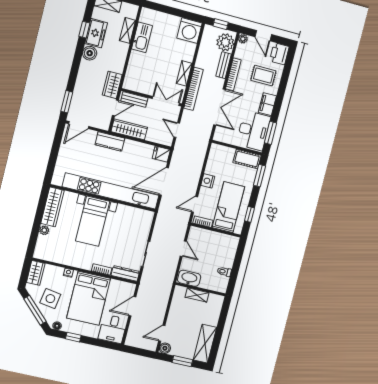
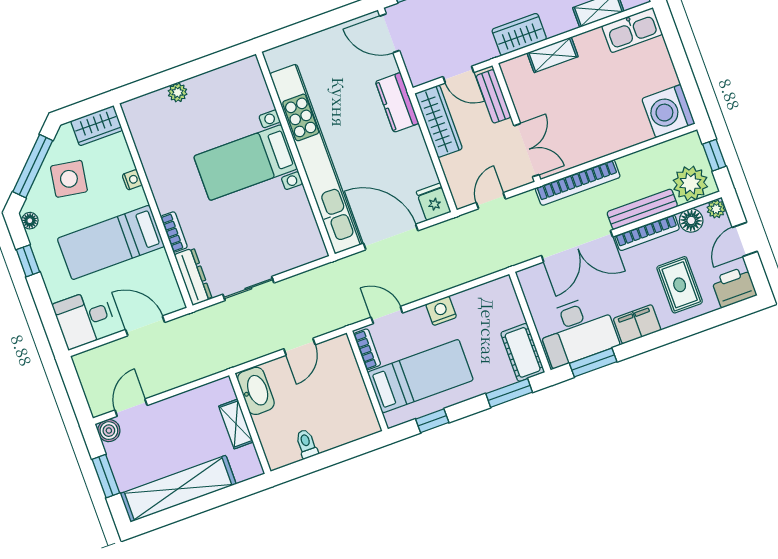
kitchen sink: (142, 37) -> (632, 30), moved
floor lamp: (241, 53) -> (691, 220), added
bench: (224, 65) -> (642, 209), width x1.36
shelving: (184, 73) -> (553, 55), moved
wardrobe: (112, 85) -> (519, 34), moved
wardrobe: (53, 207) -> (226, 80), removed
bed: (89, 298) -> (111, 242), width x0.67
door: (162, 333) -> (131, 408), hinge flipped
shelving: (205, 344) -> (178, 489), width x1.47

